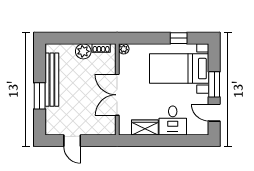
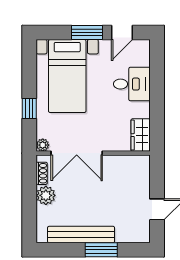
window: (179, 38) -> (29, 109), moved
double door: (117, 95) -> (77, 153), moved
wardrobe: (145, 127) -> (141, 135), moved

